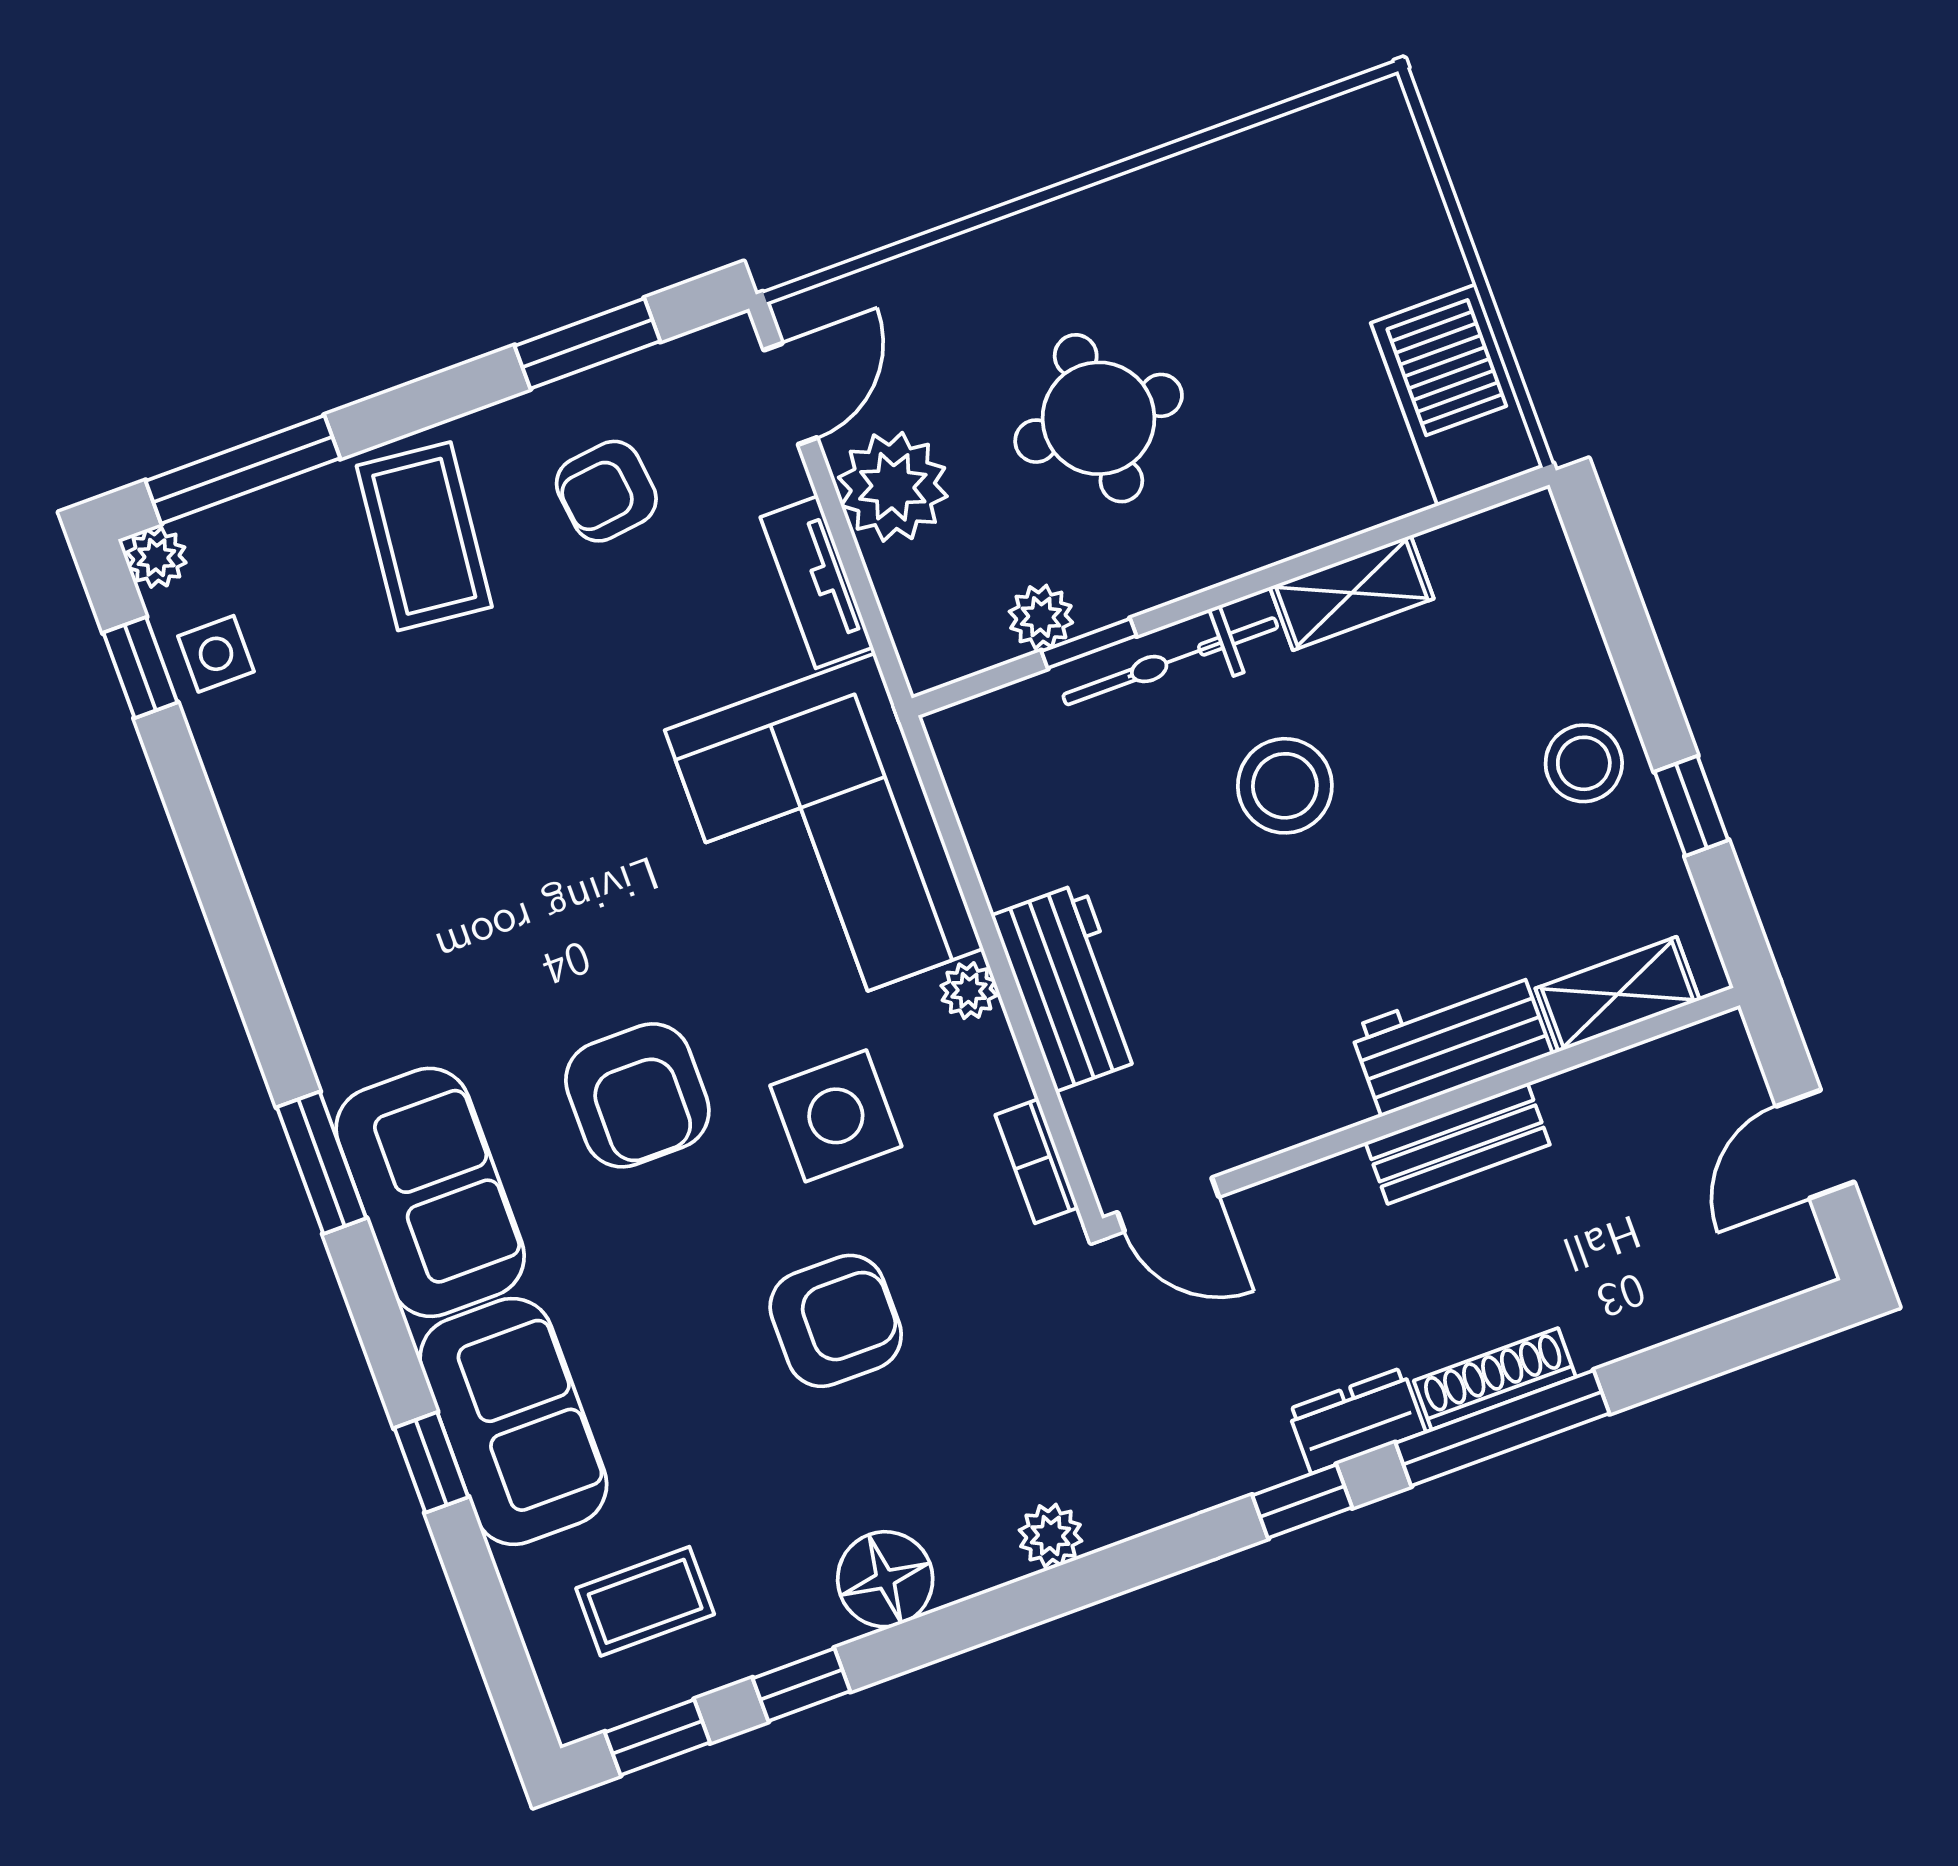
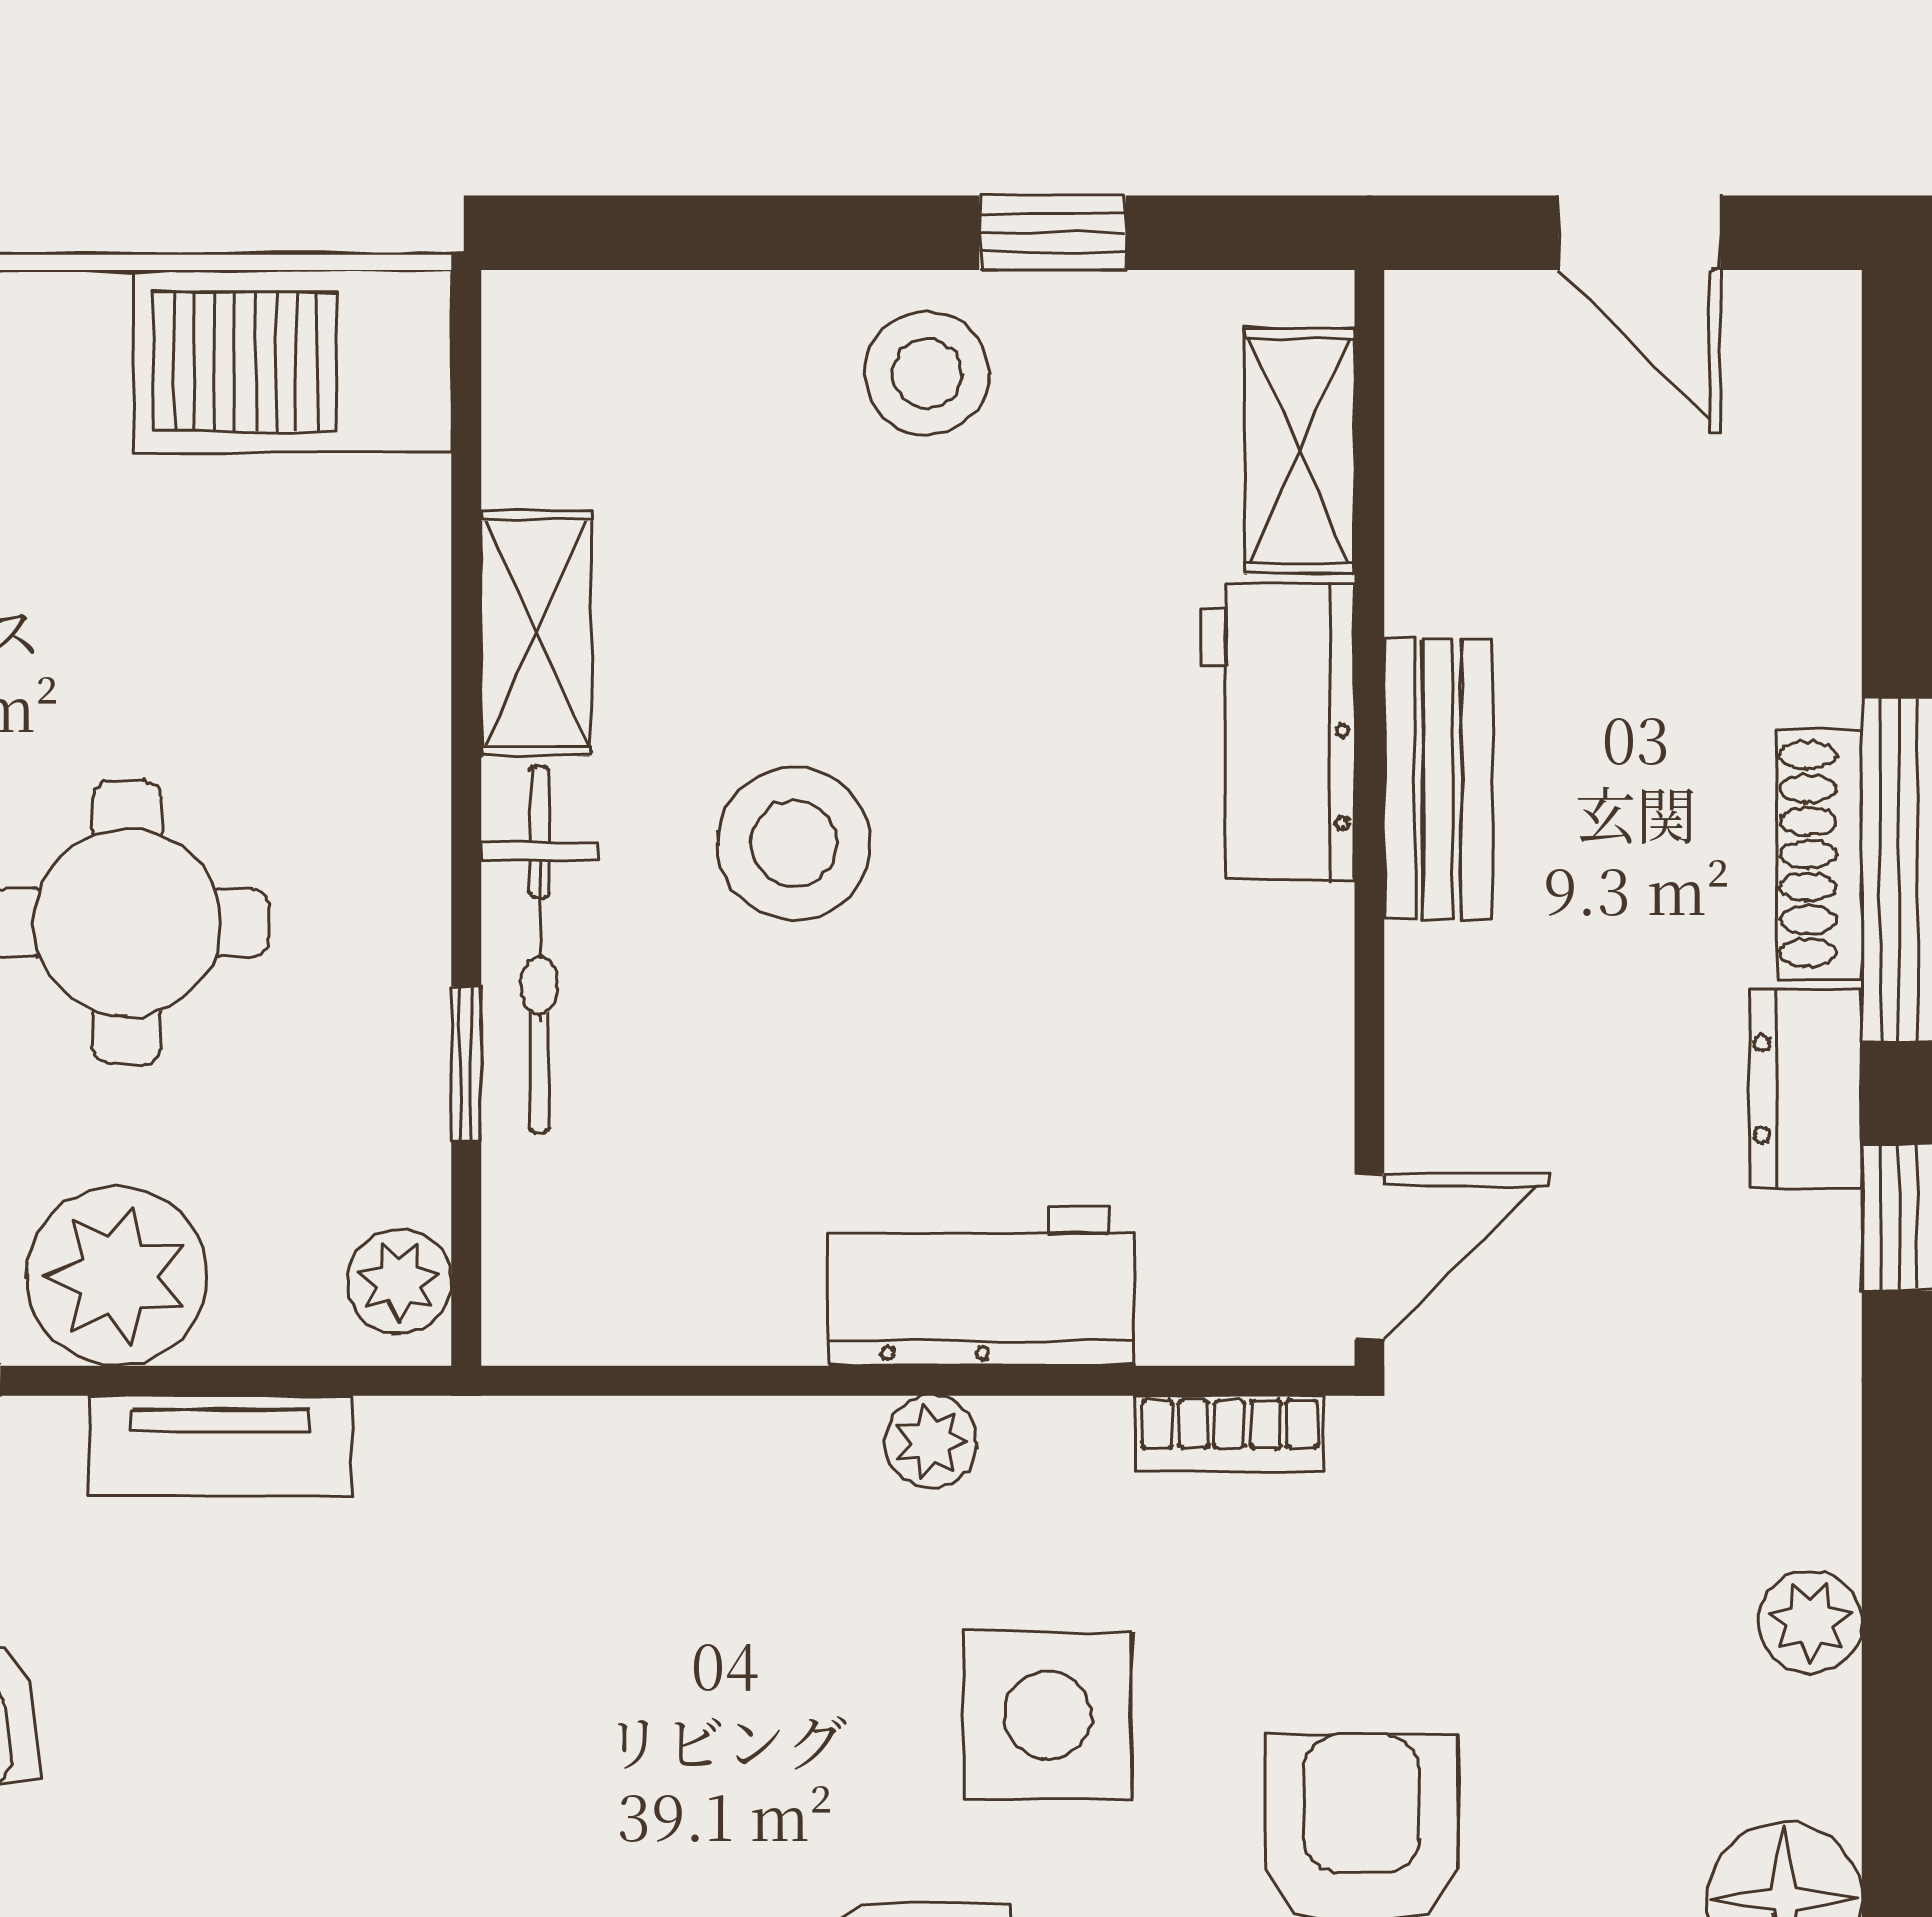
plant: (1041, 617) -> (399, 1281), moved
corner sofa: (824, 839) -> (618, 1579), removed

